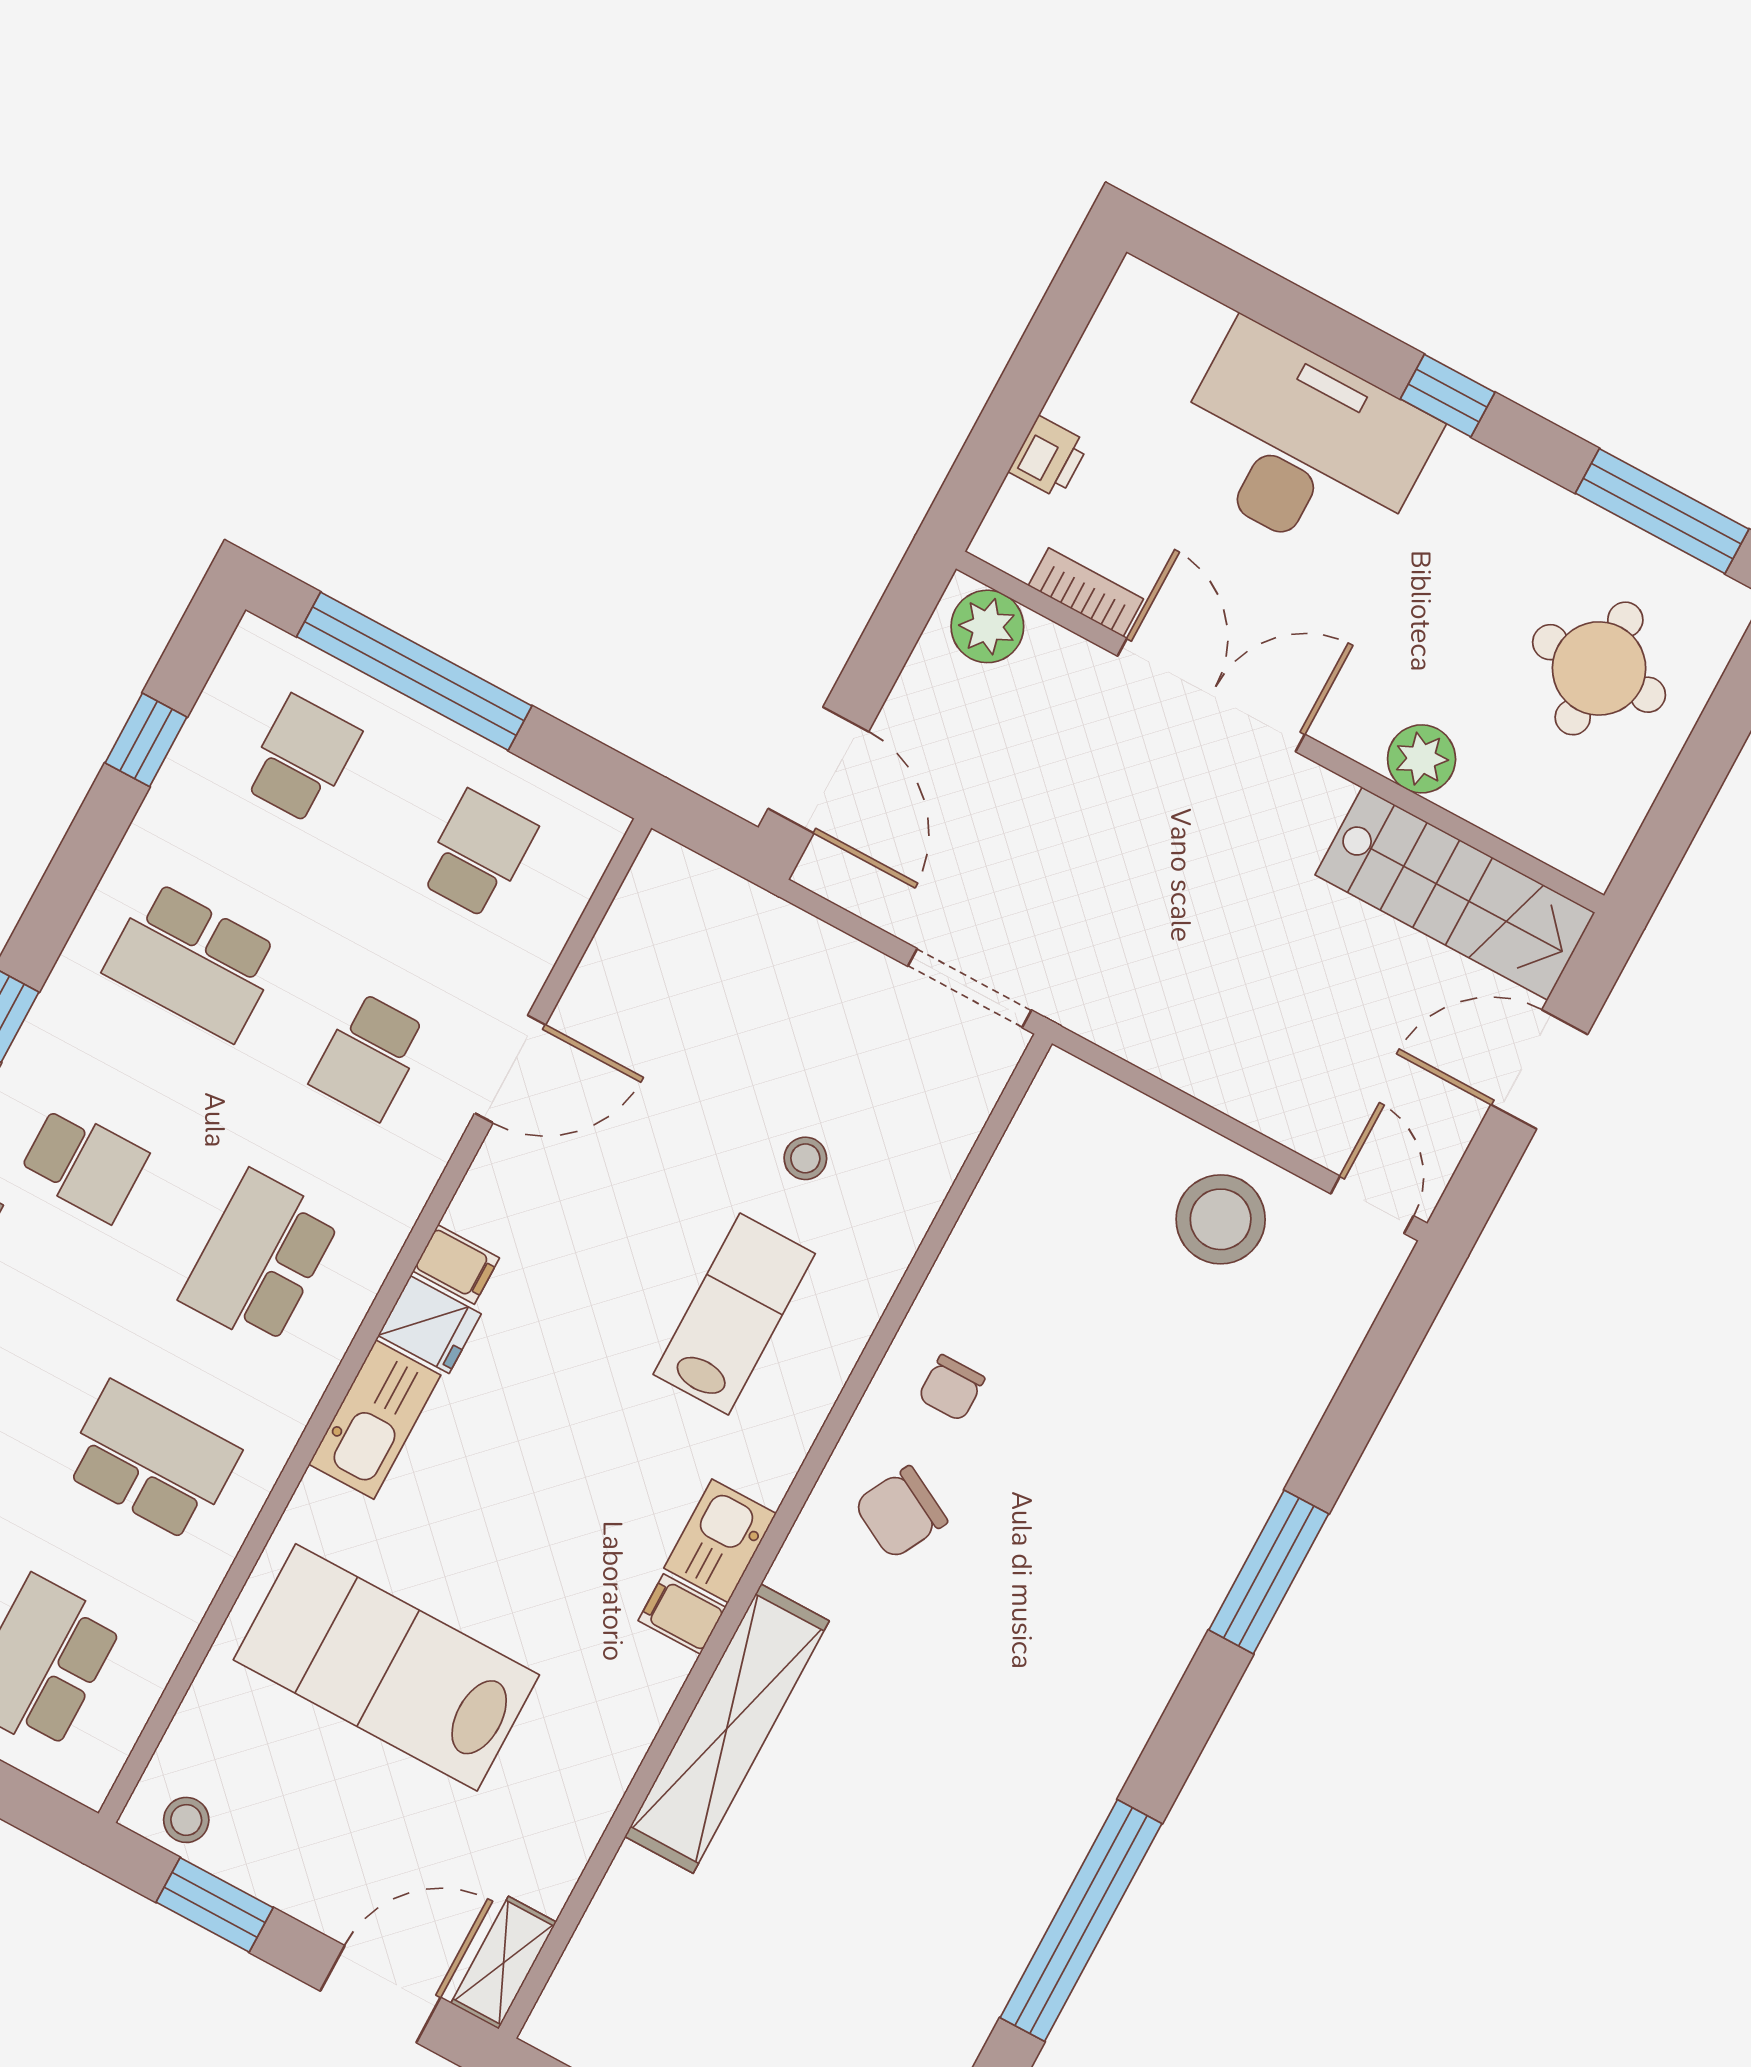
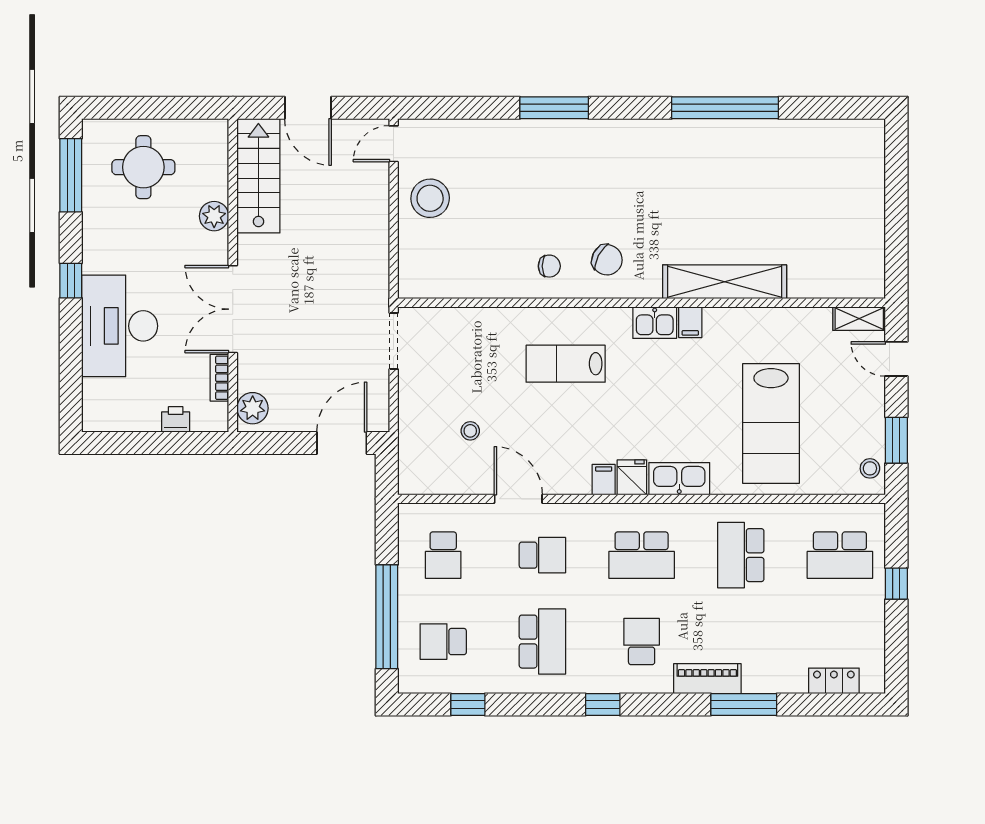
school desk: (478, 854) -> (443, 555), turned -90
stool: (805, 1158) -> (470, 431), moved
door: (380, 1994) -> (896, 359), width x0.73

